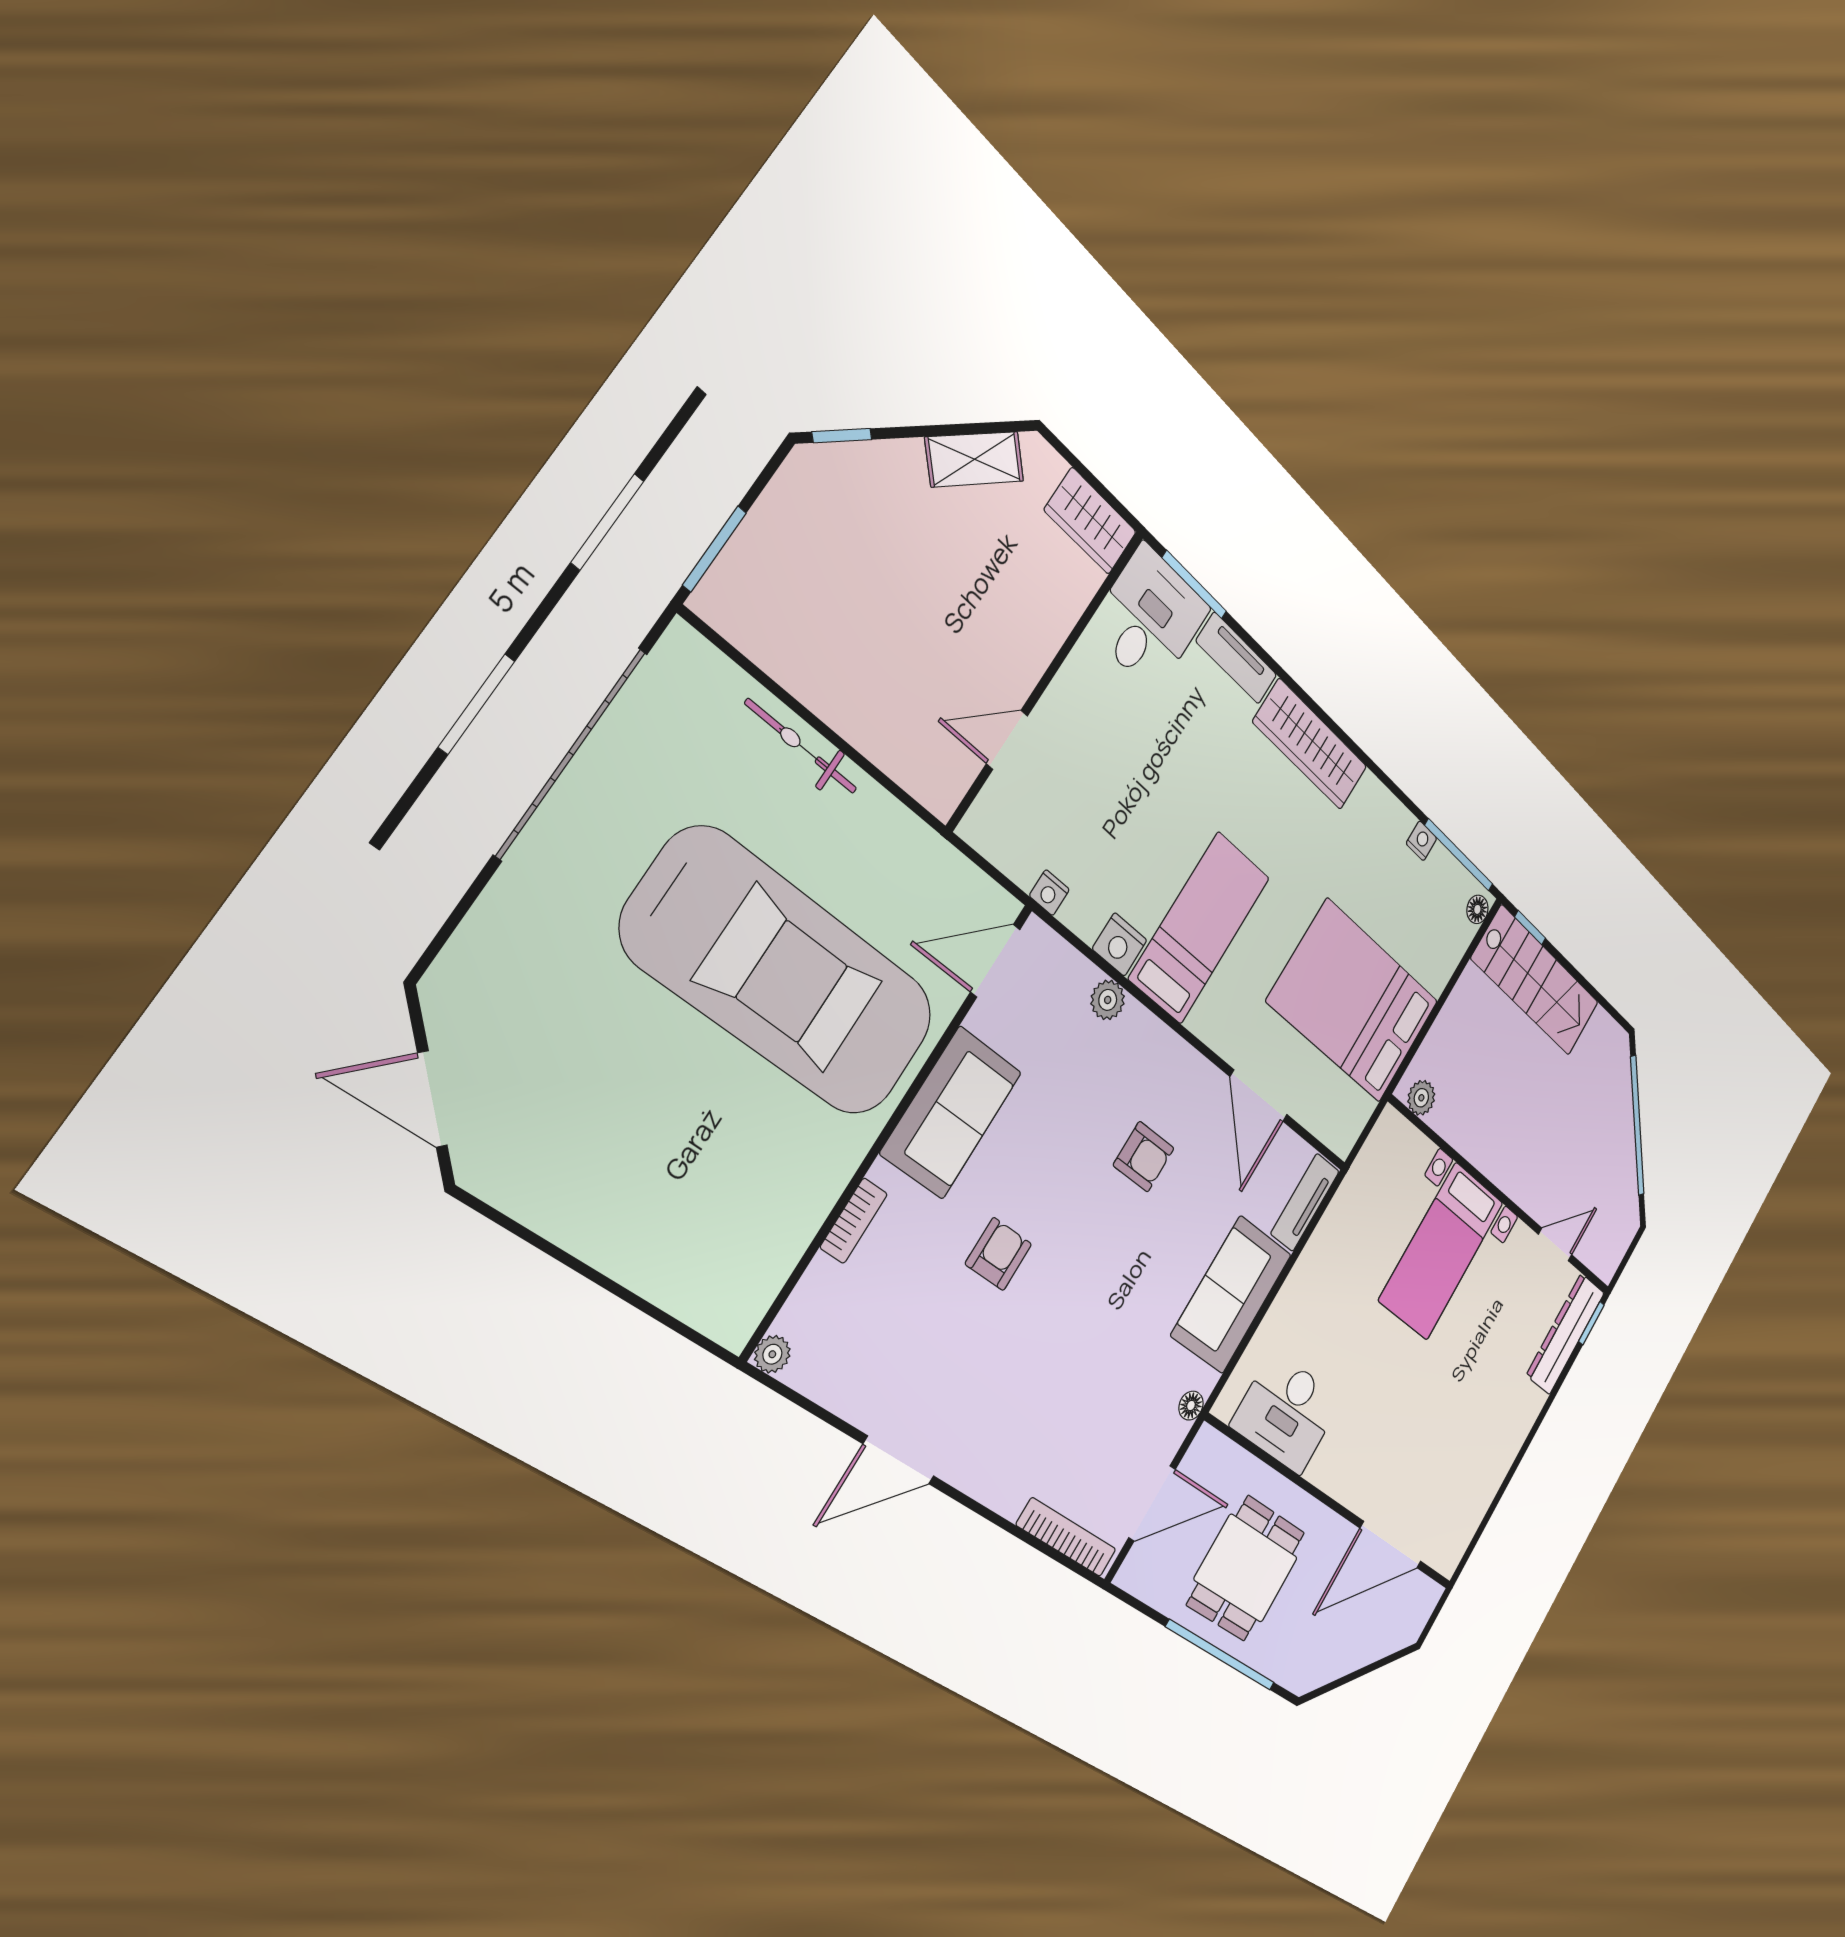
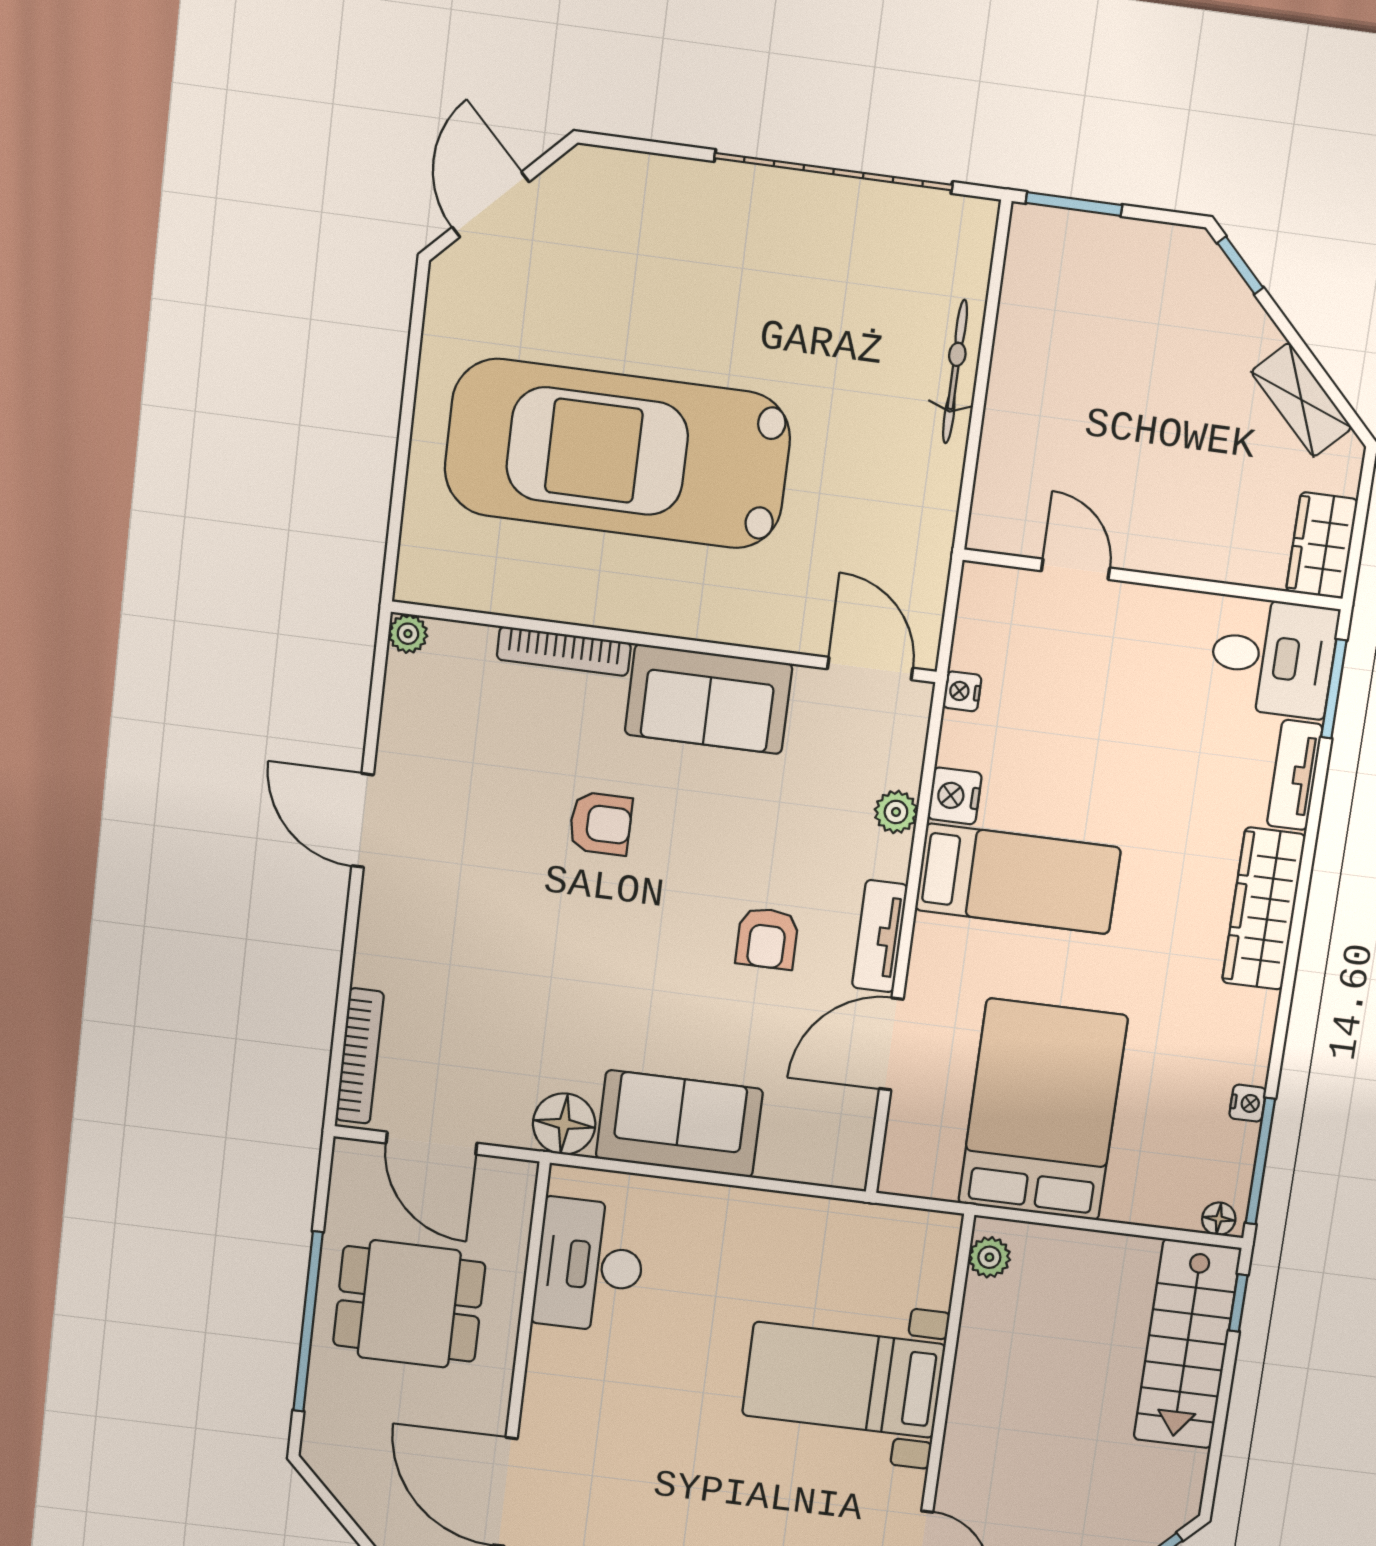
car: (782, 974) -> (617, 454), moved, turned 90
tv unit: (1305, 1202) -> (880, 936), moved, turned -90
bookcase: (854, 1221) -> (564, 651), width x1.56
floor lamp: (1191, 1406) -> (564, 1124), width x1.89, depth x1.89

